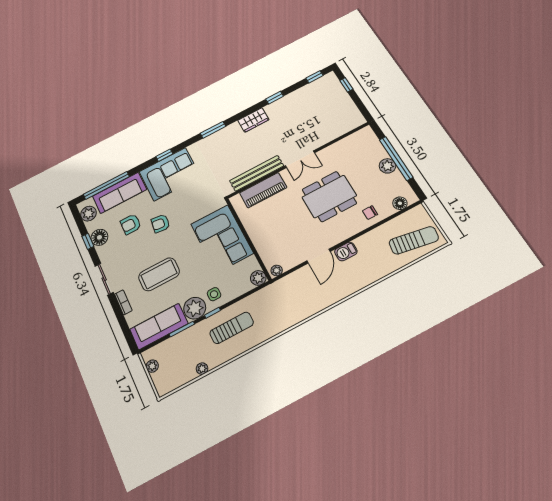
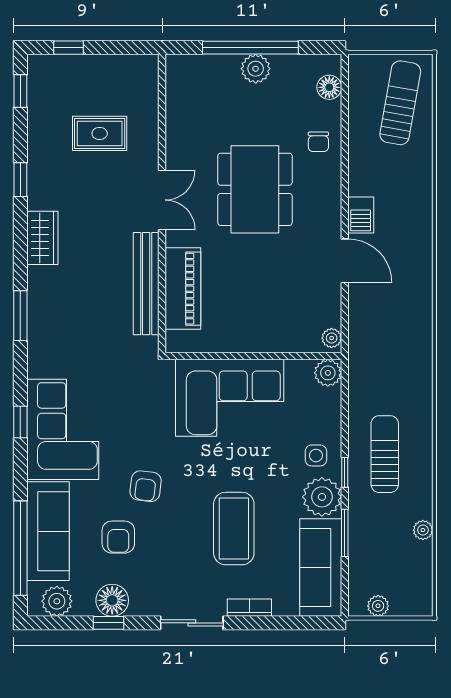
rug: (315, 117) -> (100, 133), added

